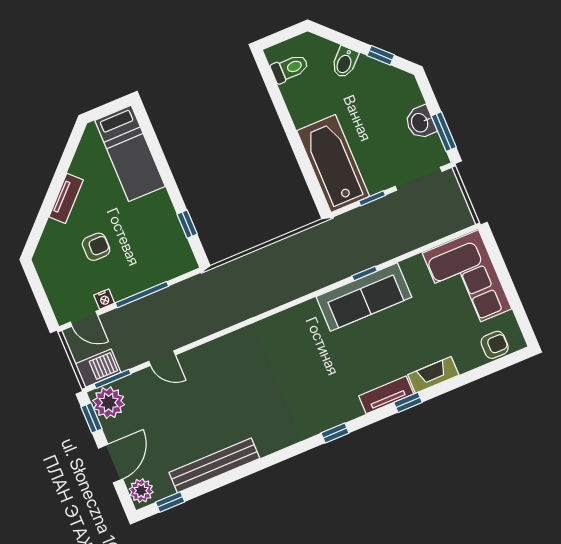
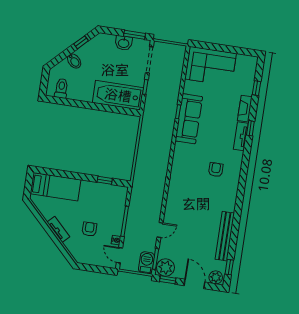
door: (84, 319) -> (119, 255), swing flipped
armchair: (495, 345) -> (216, 170), moved
window: (335, 433) -> (257, 88), moved

